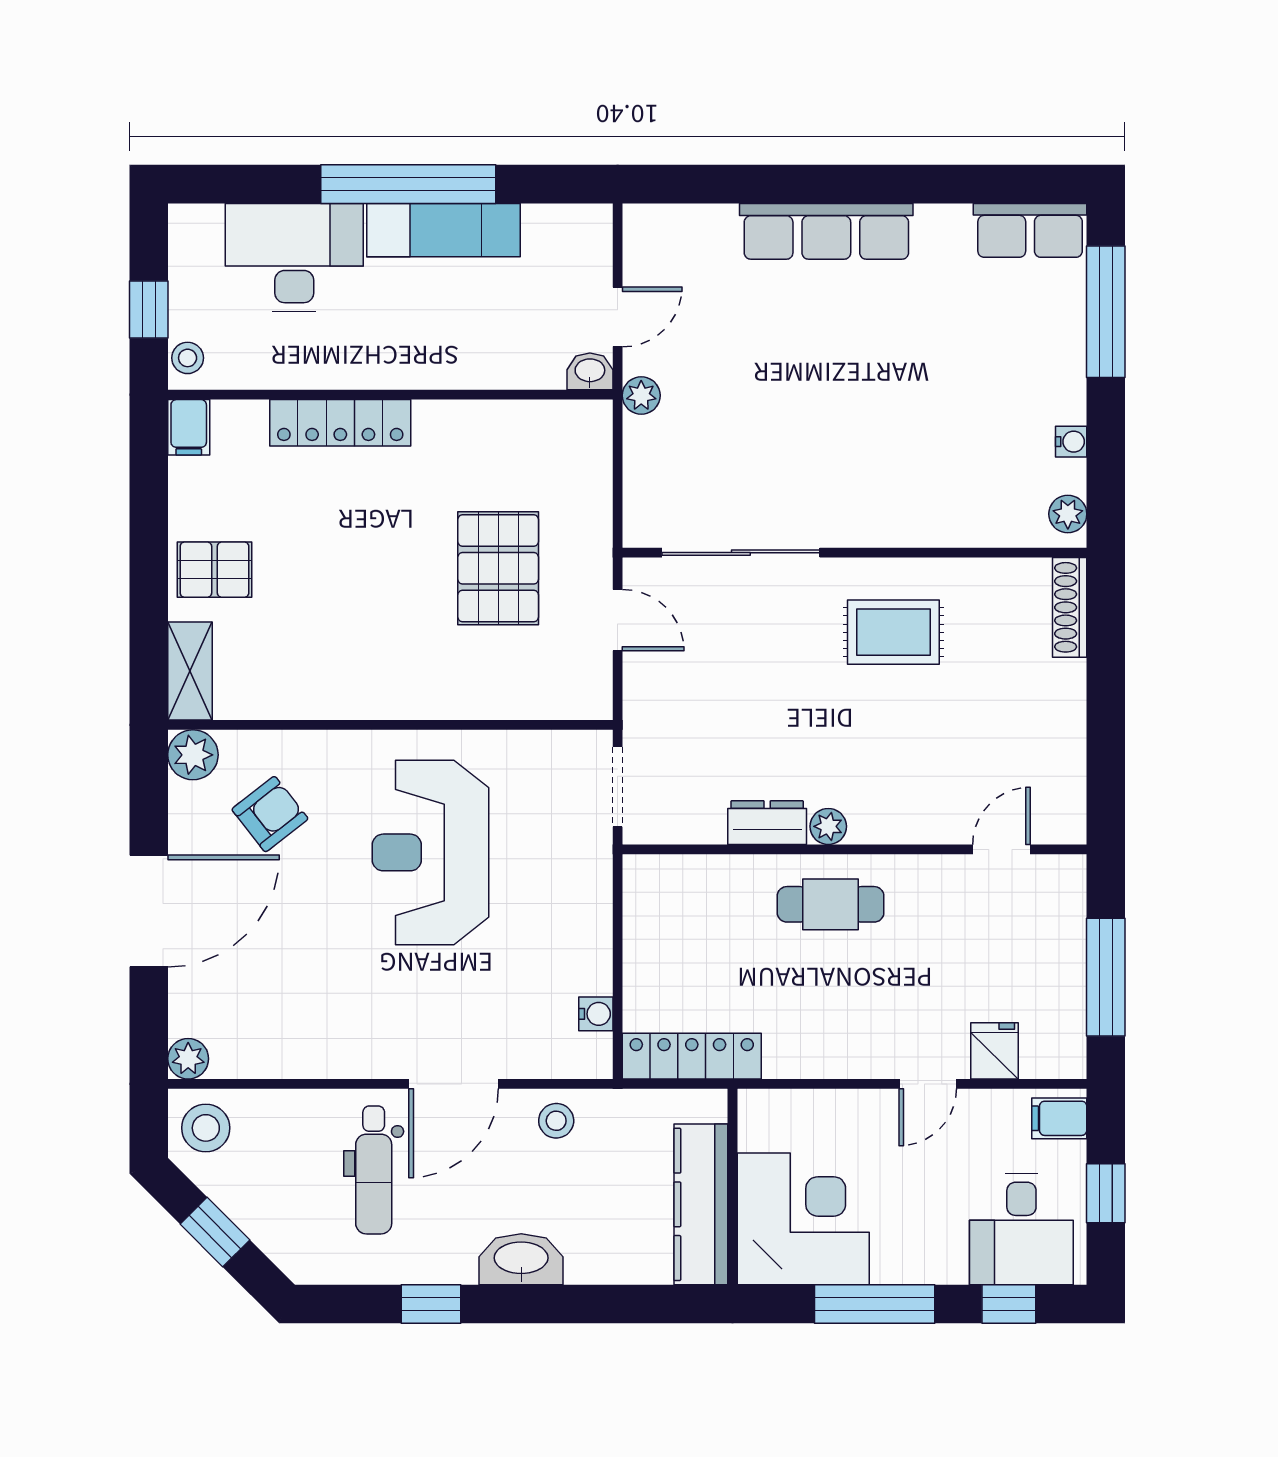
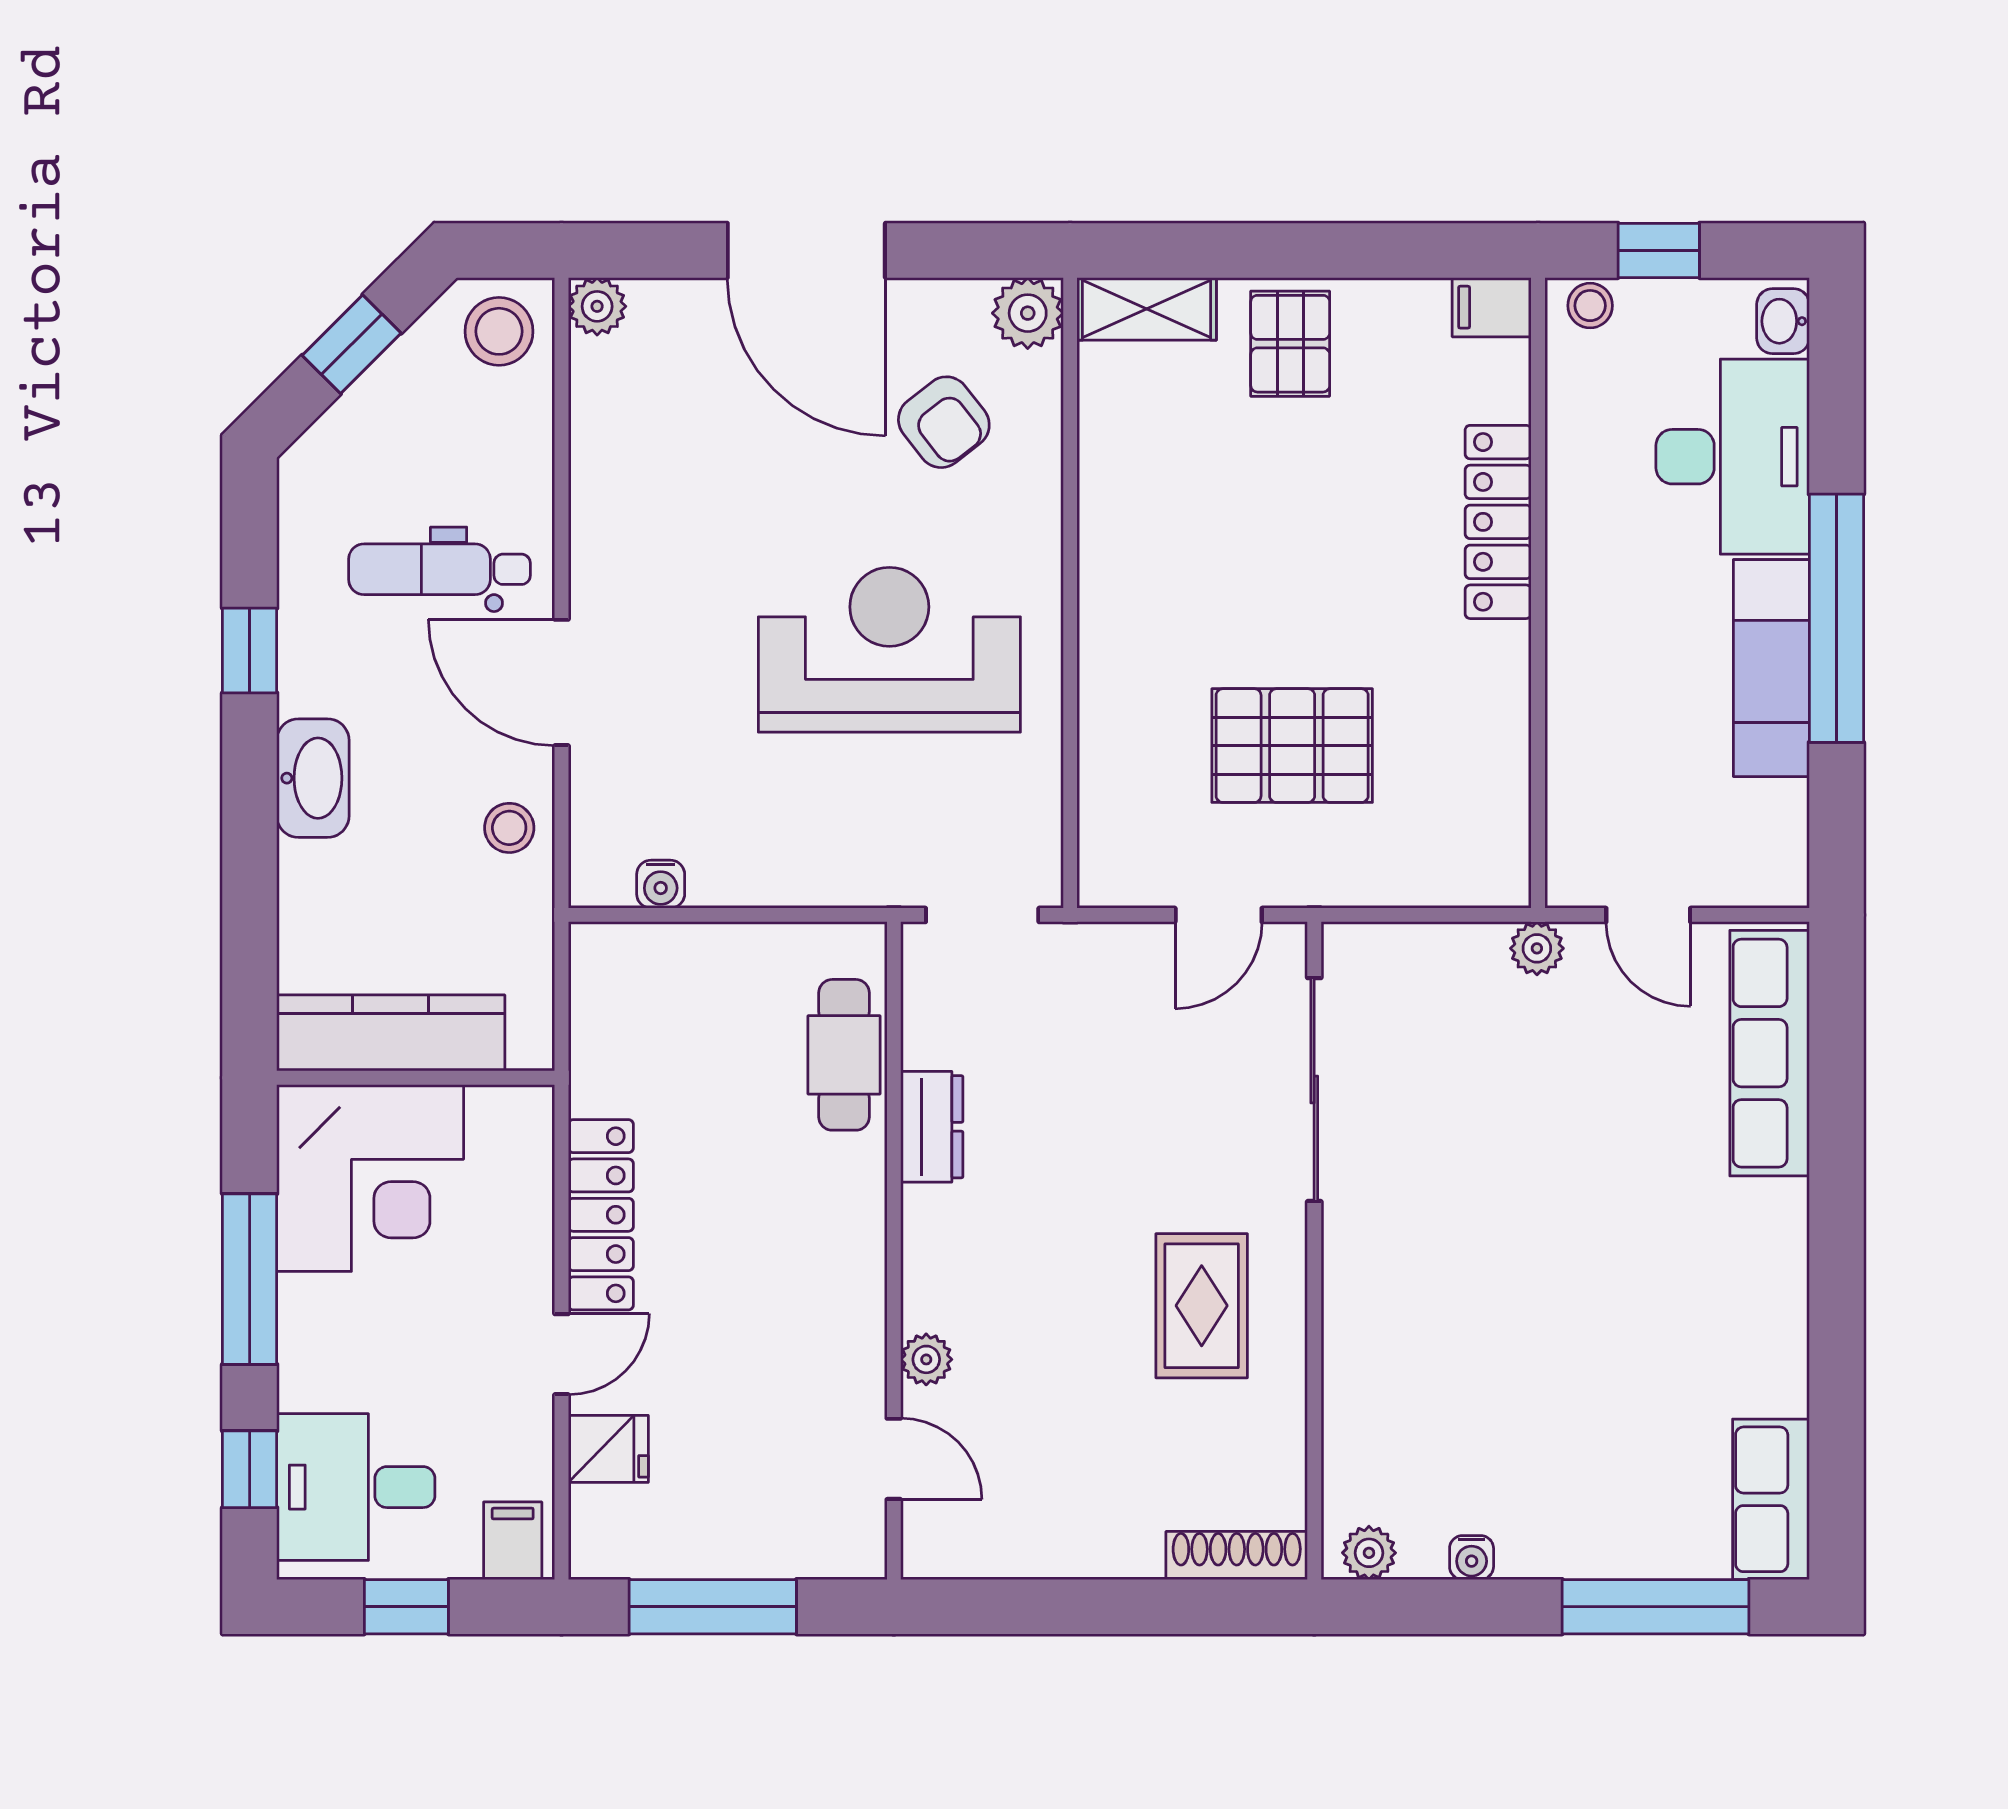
row of seats: (826, 231) -> (1770, 1053), moved
washbasin: (590, 371) -> (1783, 321), moved, turned 180
plant: (828, 826) -> (926, 1359), moved
cafe table: (831, 904) -> (844, 1055), moved
locker: (692, 1056) -> (601, 1215), moved
door: (928, 1084) -> (561, 1354), swing flipped

